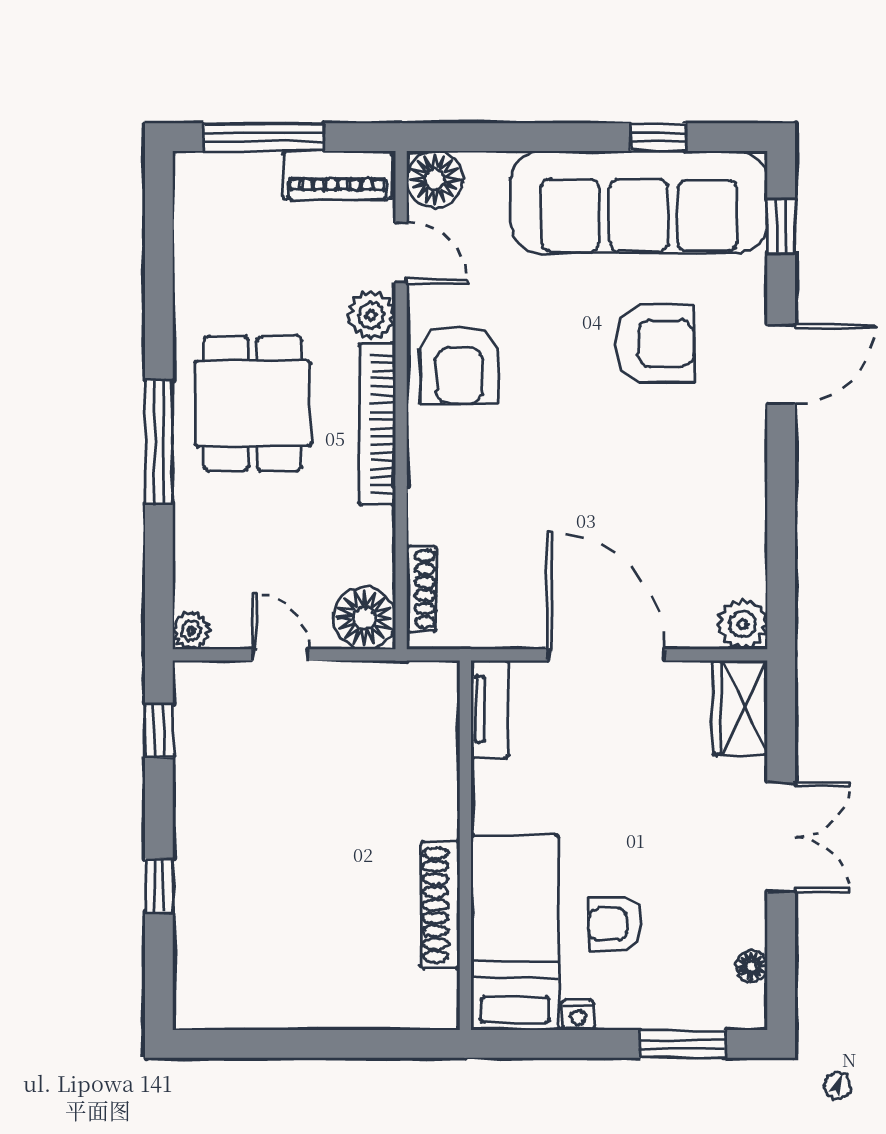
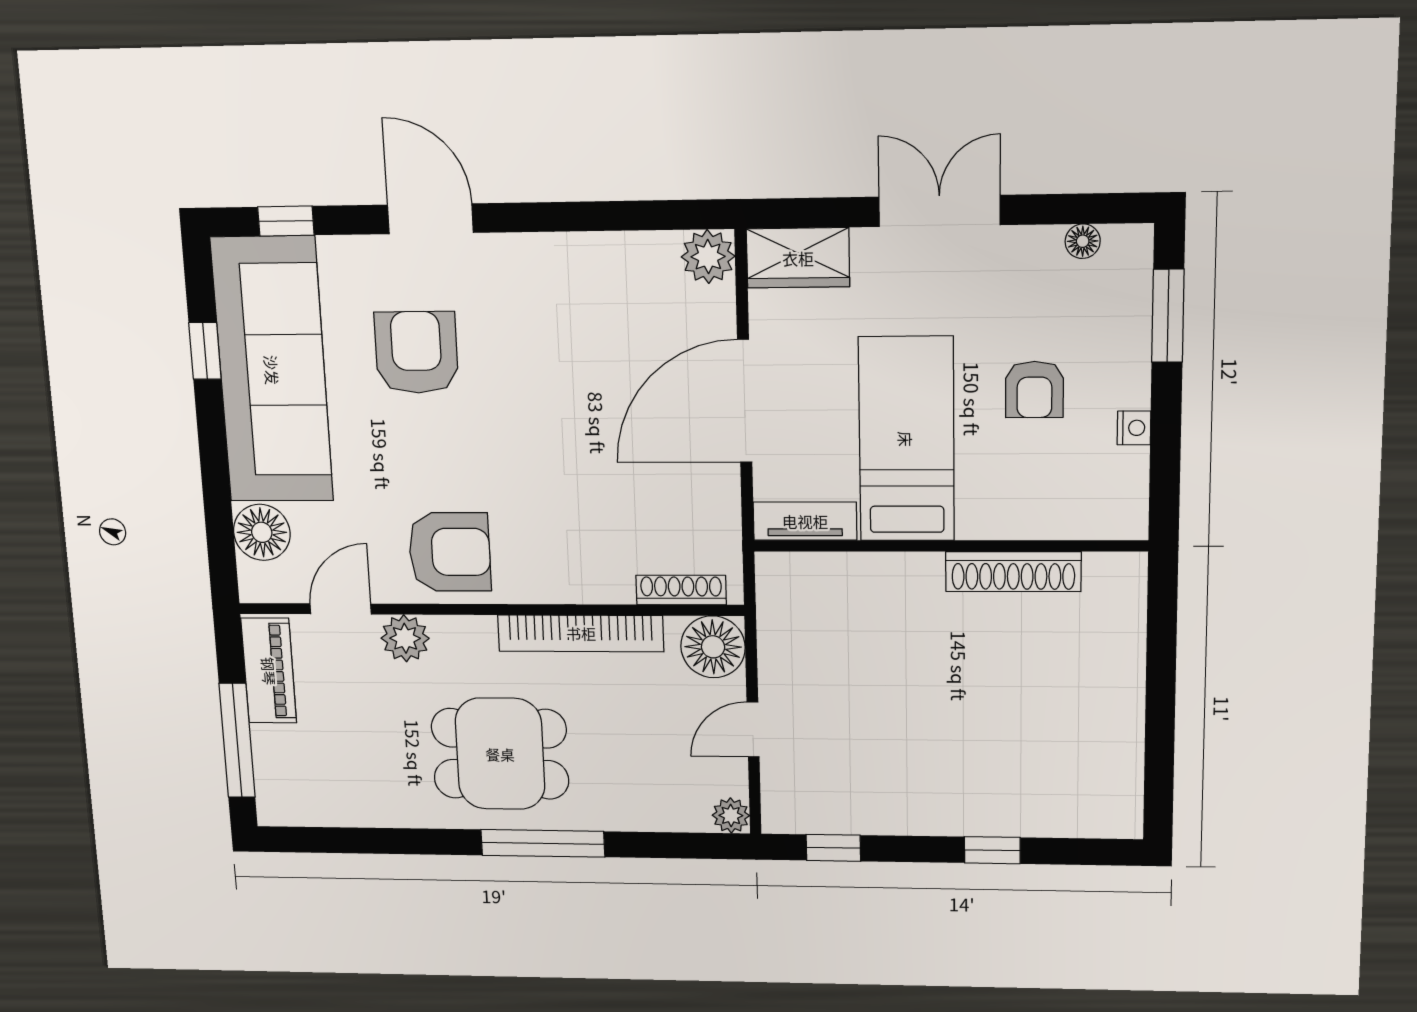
floor lamp: (435, 179) -> (262, 532), moved
bookcase: (377, 424) -> (581, 633), moved
bed: (515, 933) -> (906, 439), moved, turned 90

